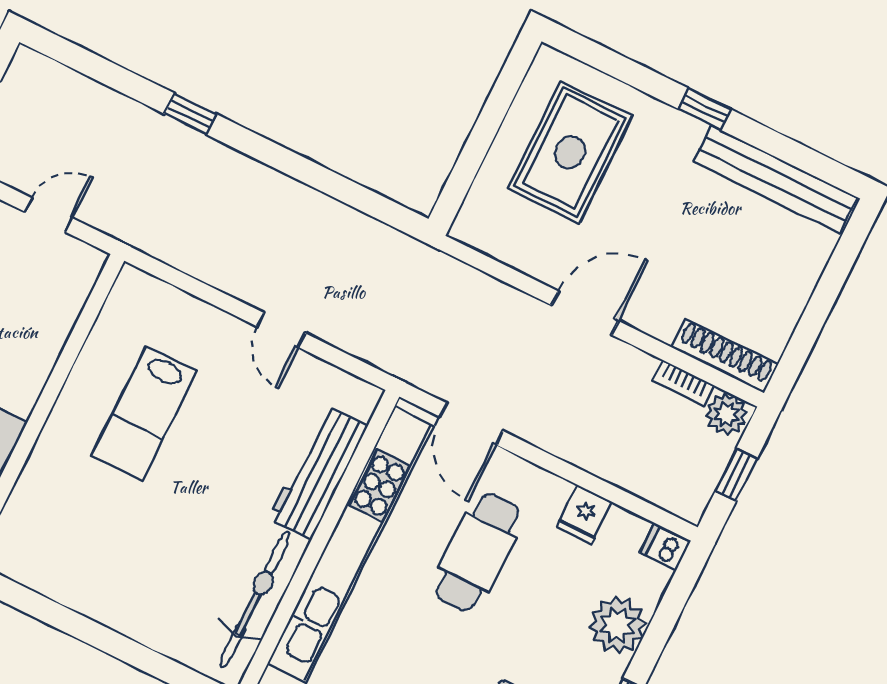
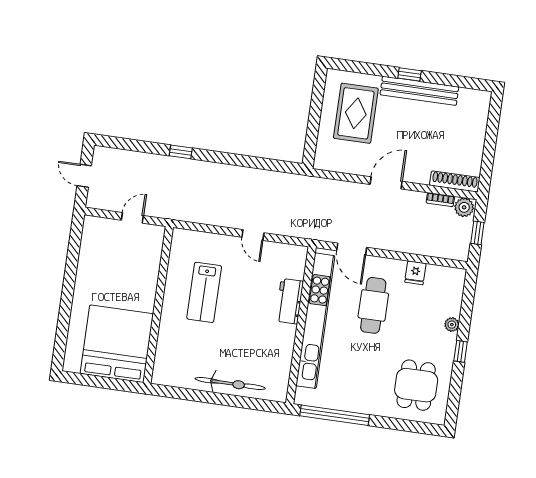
bench: (775, 179) -> (419, 91), moved
workbench: (318, 472) -> (289, 301), width x0.73
dishwasher: (665, 547) -> (456, 276), removed
bicycle: (255, 599) -> (230, 383), moved, turned 90
plant: (617, 625) -> (452, 325), width x0.53, depth x0.53

